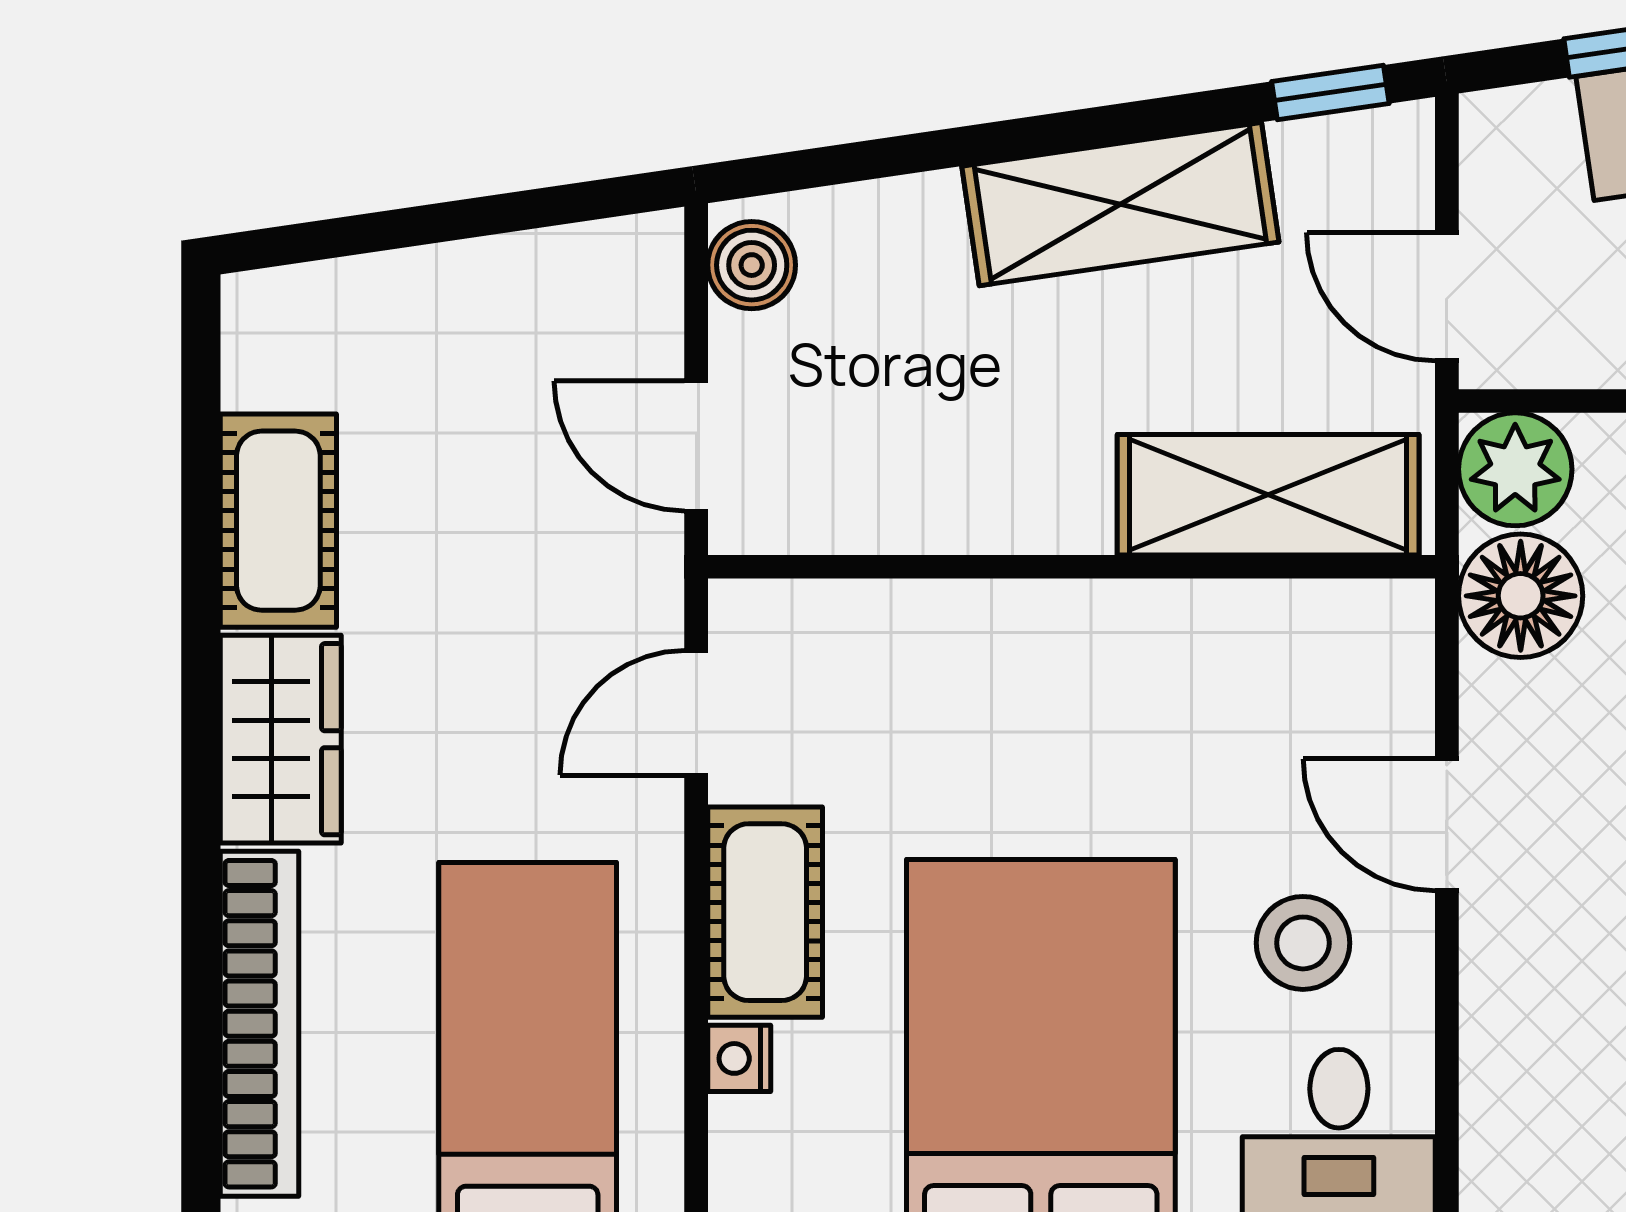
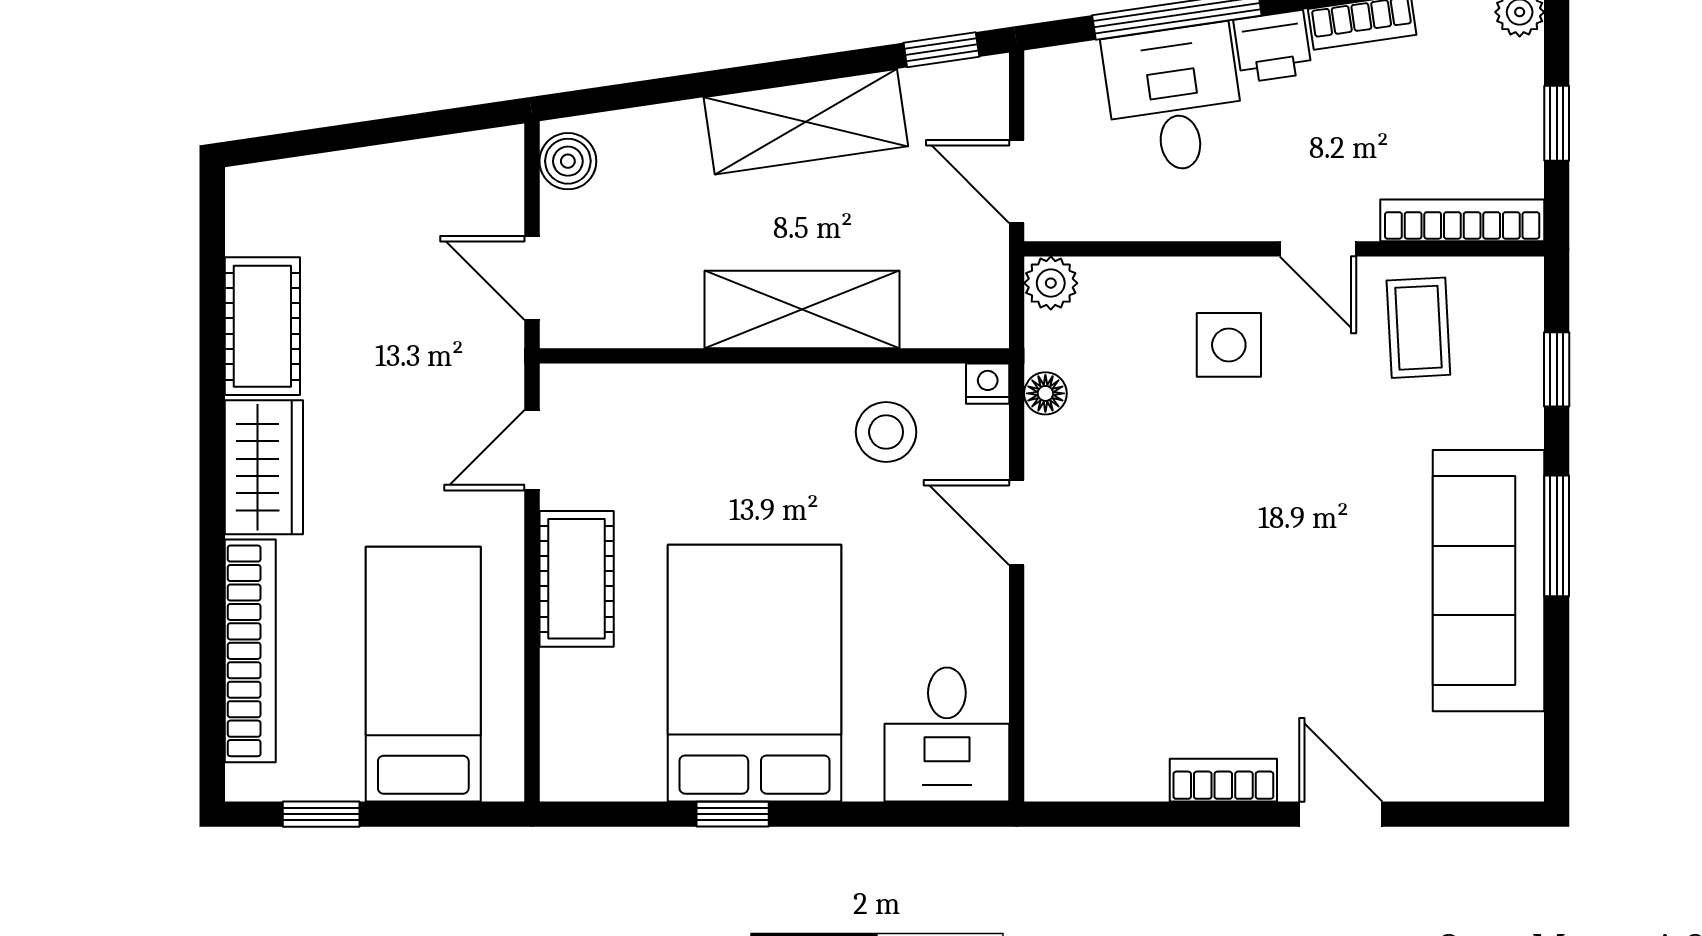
plant: (1515, 469) -> (1051, 283), width x0.73, depth x0.73
shelving: (1268, 495) -> (802, 309), moved
floor lamp: (1521, 596) -> (1045, 393), width x0.53, depth x0.53
stool: (1303, 943) -> (886, 432), moved
nightstand: (739, 1058) -> (988, 384), moved, turned 90

